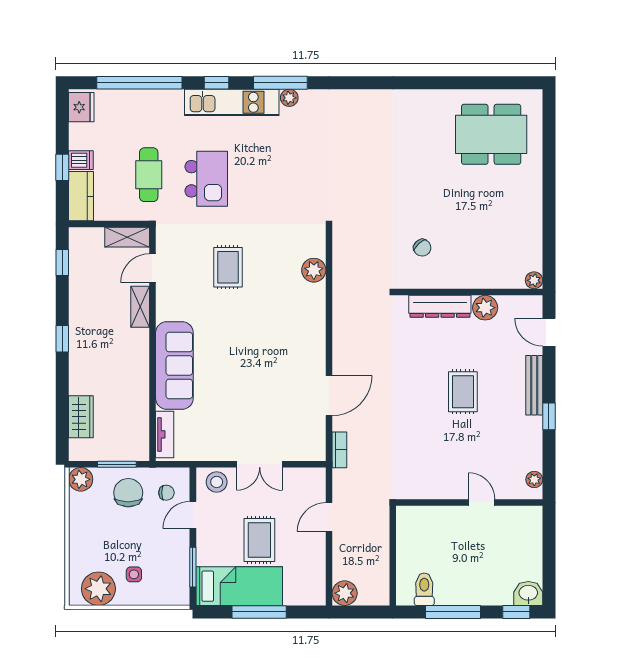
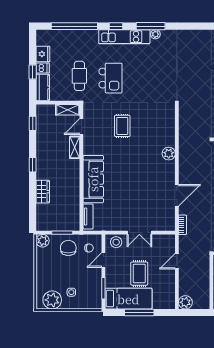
fridge: (81, 107) -> (43, 54), moved
plant: (314, 270) -> (169, 154), moved
wardrobe: (81, 417) -> (43, 192), moved

